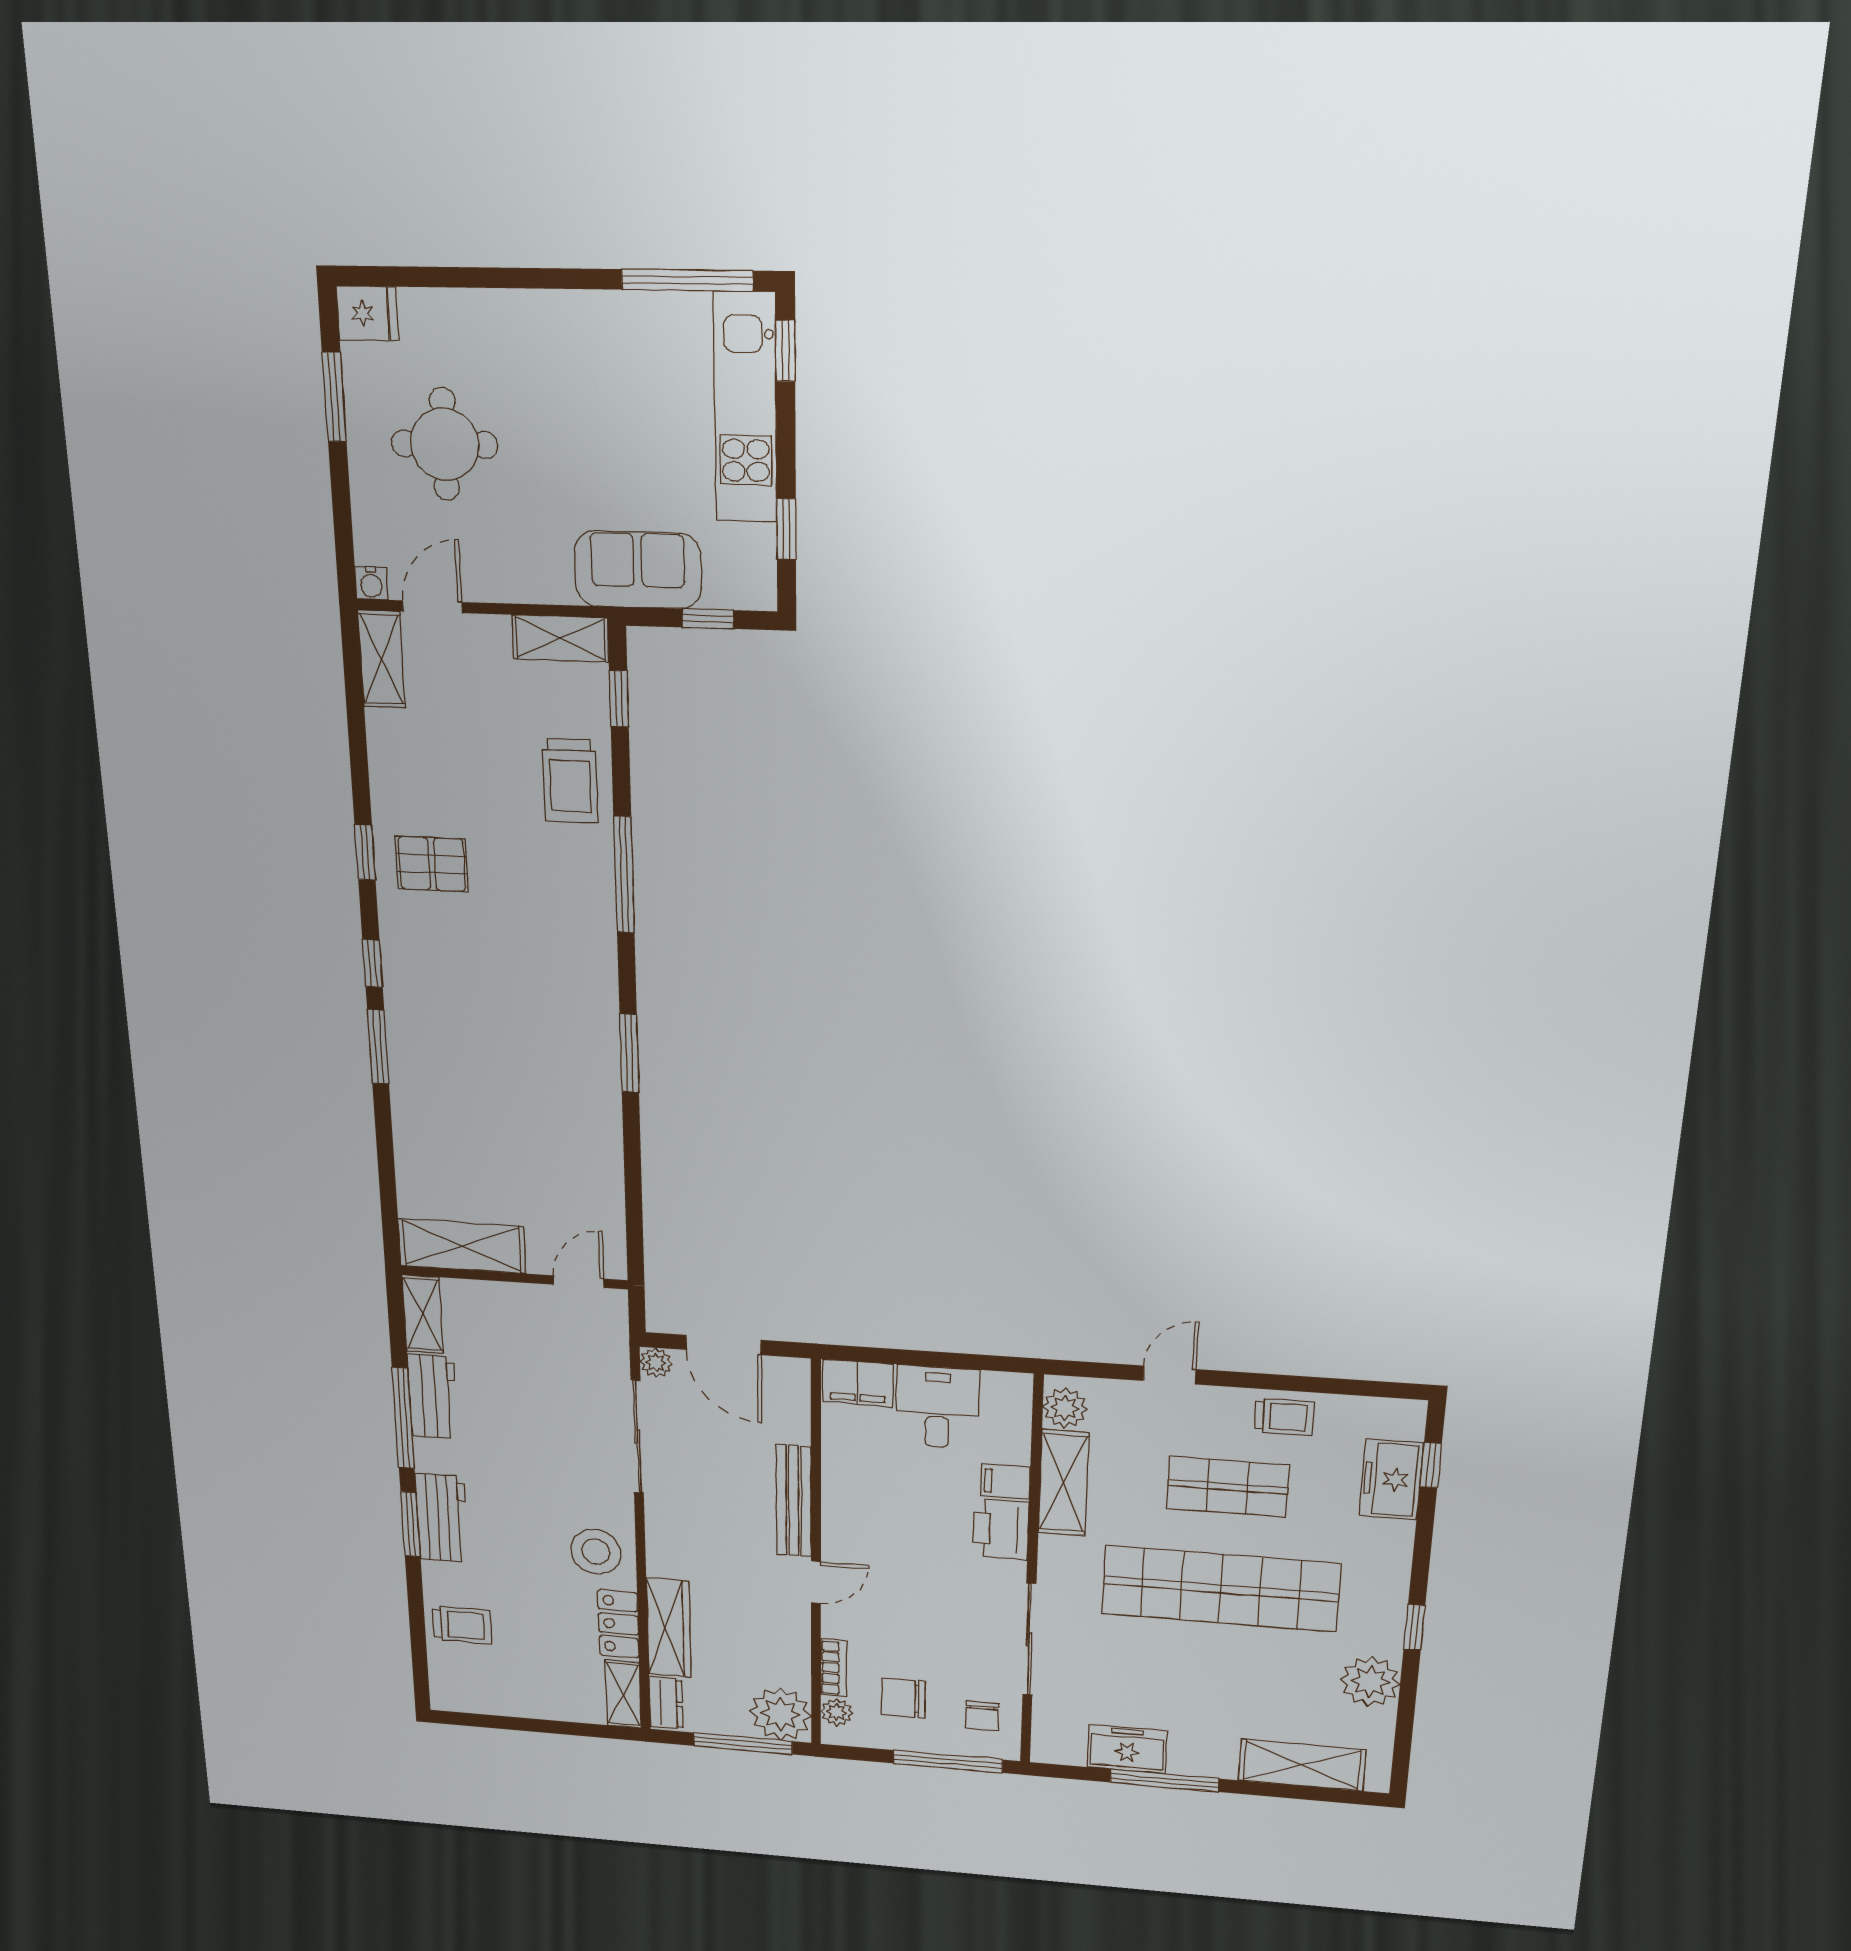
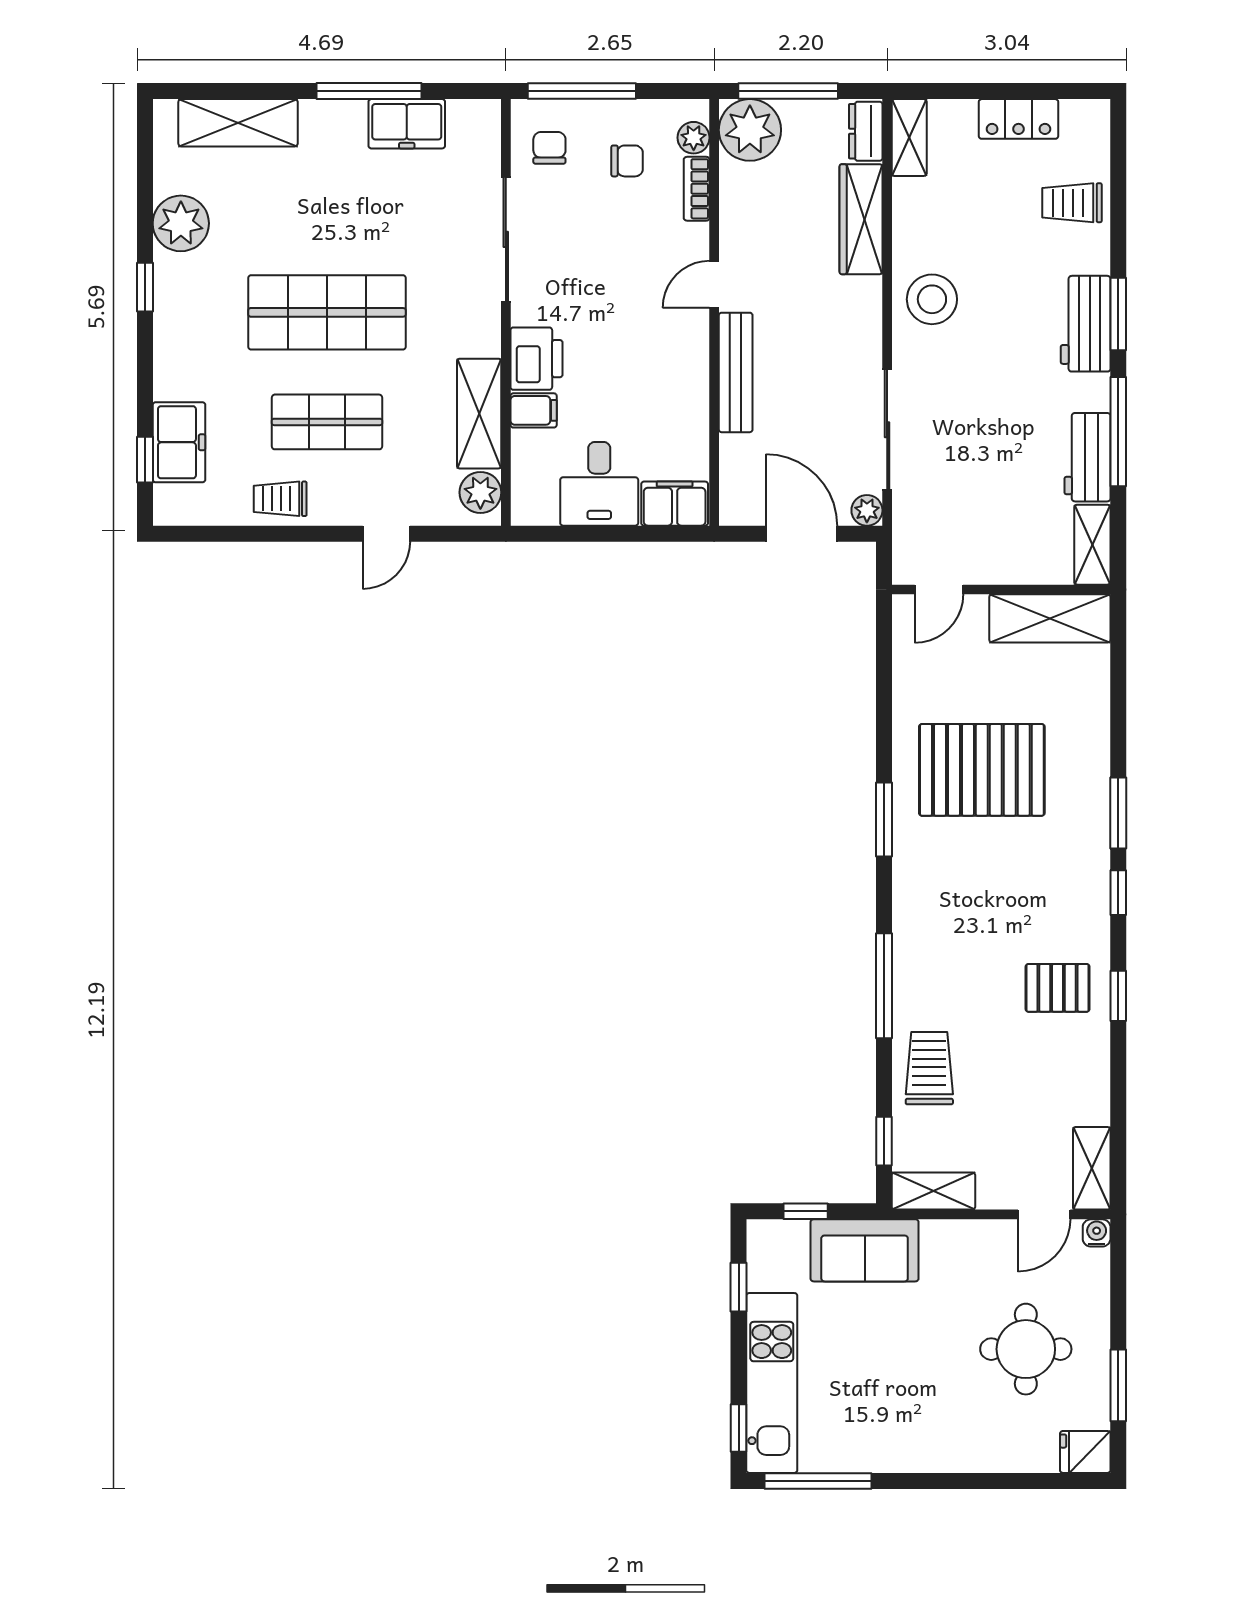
pallet: (526, 1099) -> (982, 770), added
shop shelf: (1221, 1589) -> (327, 312), width x0.71
locker: (618, 1624) -> (1018, 119), moved, turned 90
chair: (904, 1698) -> (627, 161), width x0.73, depth x0.73

